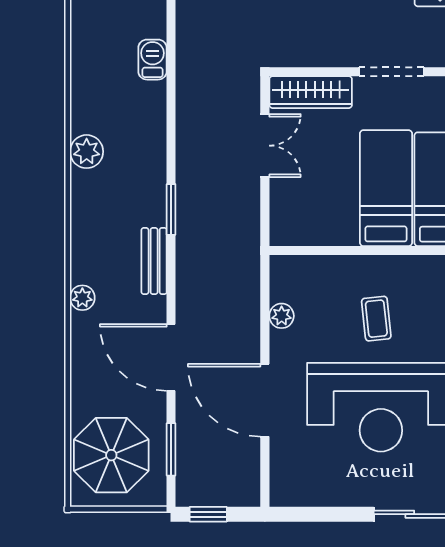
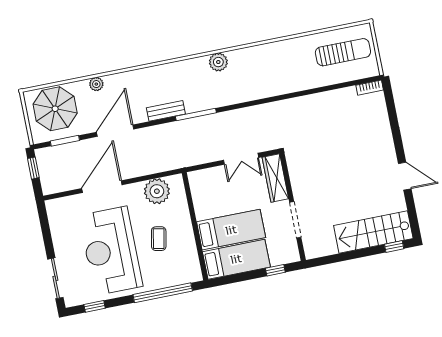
barbecue: (153, 60) -> (276, 88), removed
window: (171, 209) -> (196, 115), width x1.44
plant: (82, 298) -> (96, 84), moved
plant: (282, 316) -> (157, 191), width x1.87, depth x1.87
coffee table: (376, 319) -> (159, 239), turned -73

